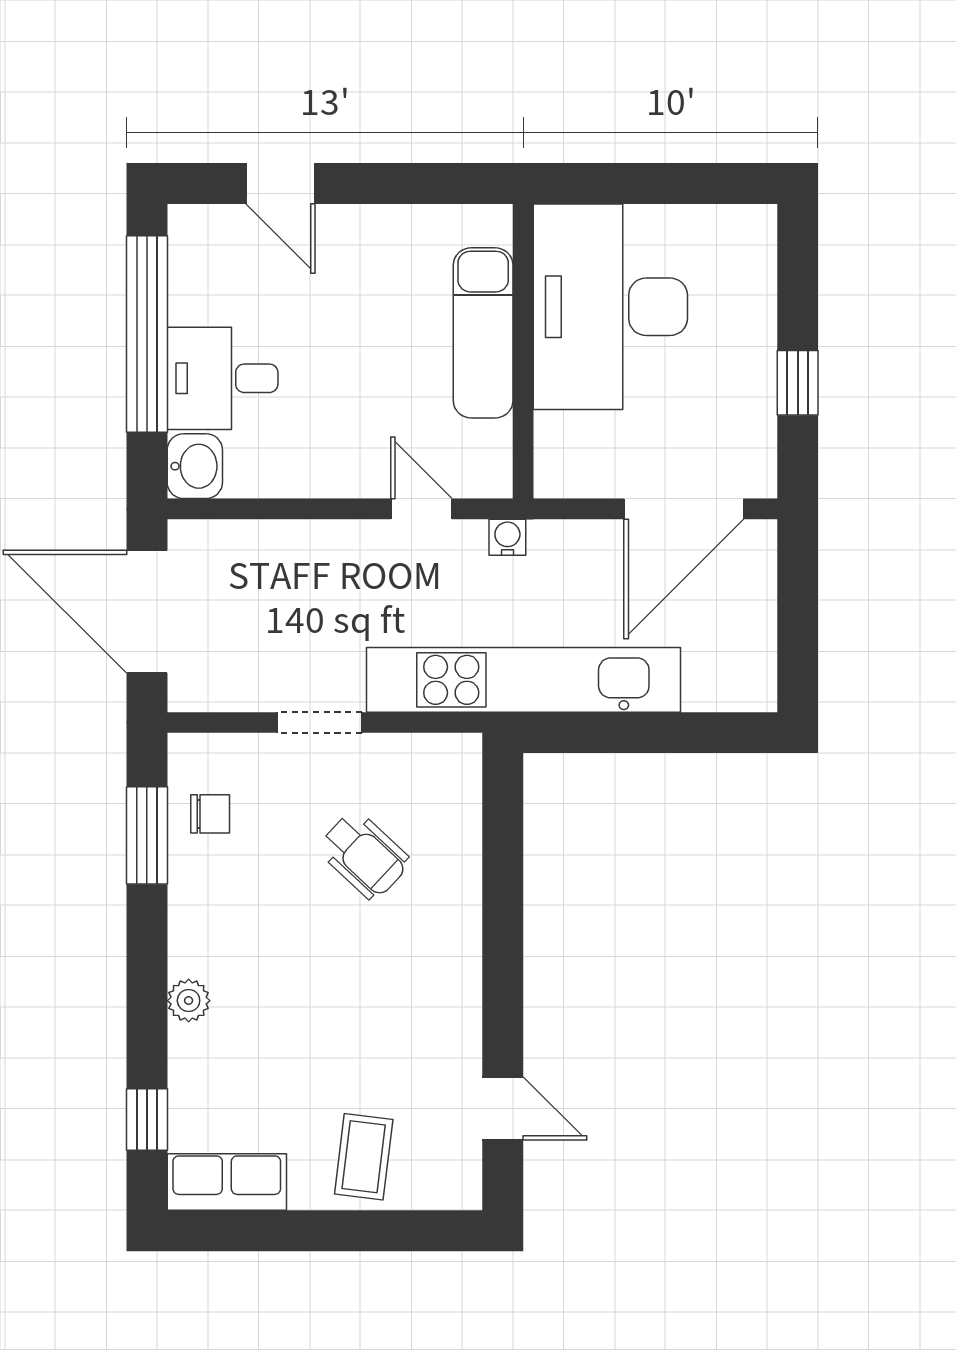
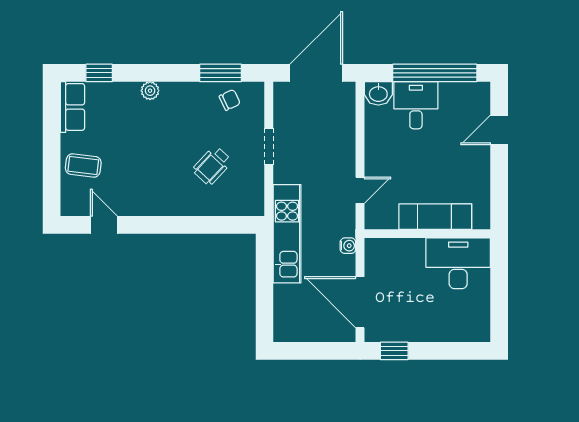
desk: (610, 307) -> (458, 263), width x0.73, depth x0.77
window: (798, 383) -> (394, 351), moved
water cooler: (507, 537) -> (348, 246), moved
kitchen unit: (523, 680) -> (287, 234), width x0.73
chair: (210, 814) -> (230, 100), turned -115
door: (503, 1108) -> (104, 225), swing flipped

